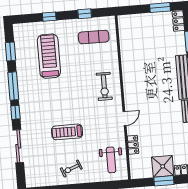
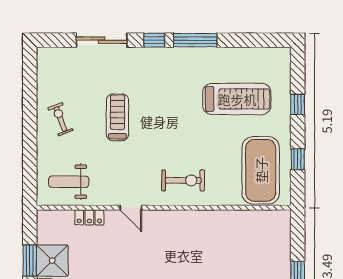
exercise mat: (94, 37) -> (261, 170), width x2.00, depth x1.45
window: (10, 52) -> (249, 40), removed
exercise bike: (104, 86) -> (183, 180), turned 180

